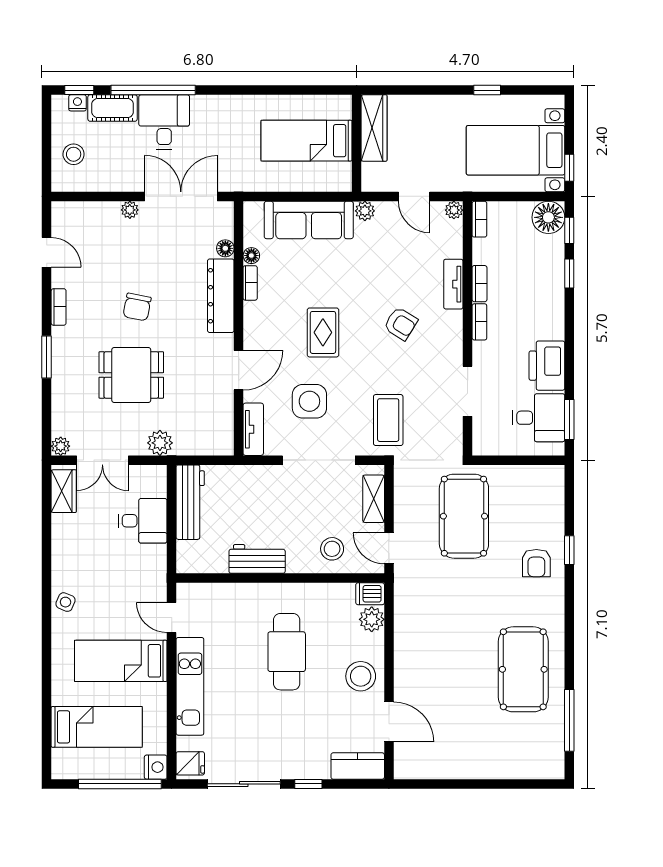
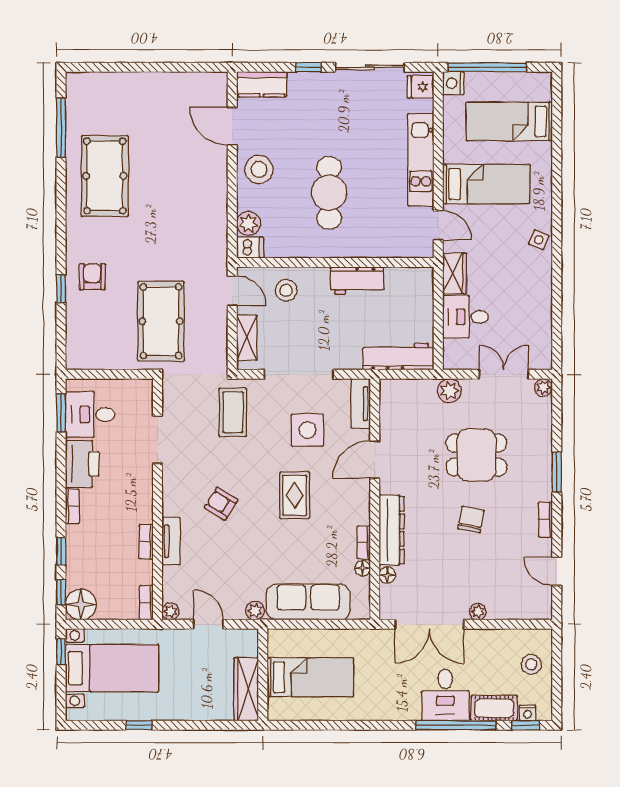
bookcase: (479, 322) -> (72, 506), moved, turned 180
wardrobe: (64, 491) -> (454, 273), moved, turned 180
workbench: (190, 502) -> (398, 357), moved, turned 90

